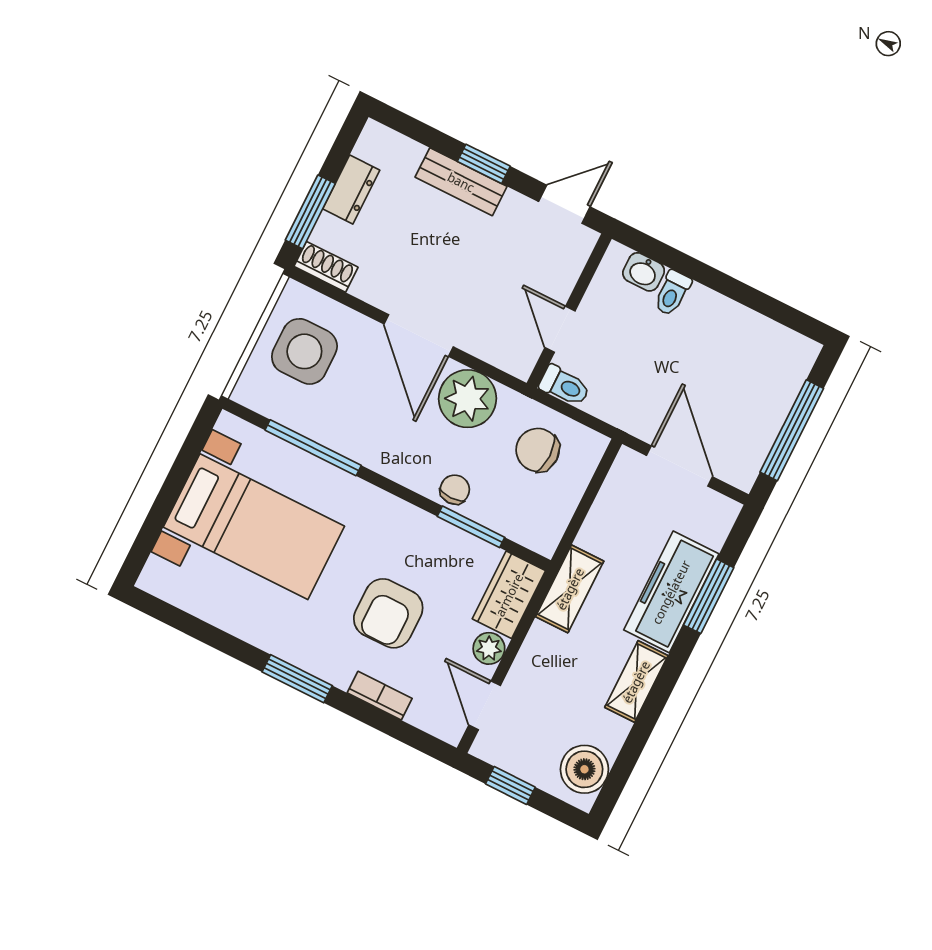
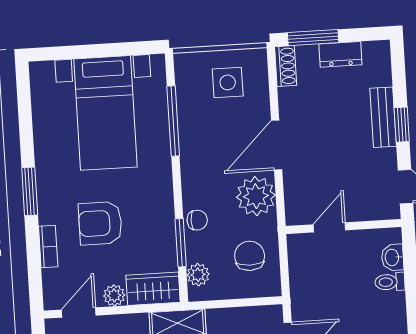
side table: (304, 351) -> (228, 82), width x0.73, depth x0.73
toilet: (565, 386) -> (297, 250), removed
plant: (524, 528) -> (198, 275), added

